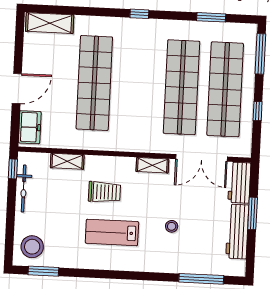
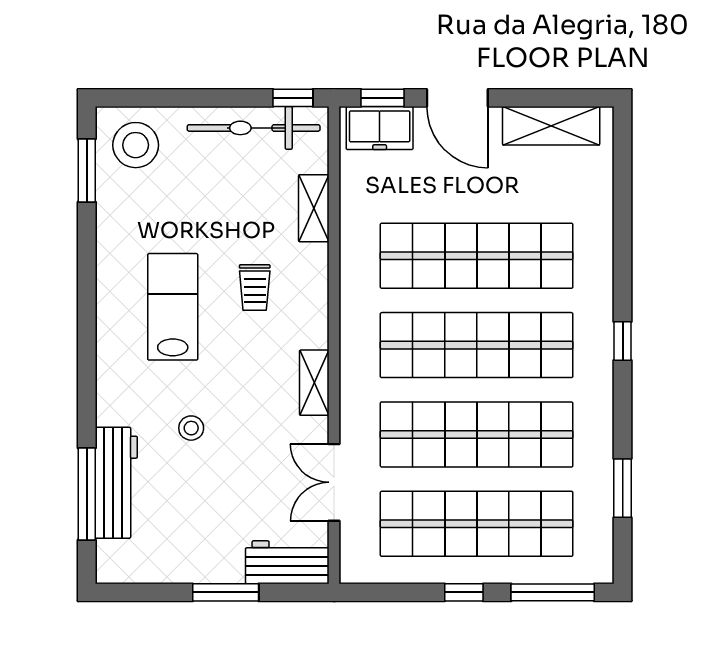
shelving: (50, 23) -> (551, 126), moved, turned 90
shop shelf: (138, 85) -> (477, 345), added
window: (258, 111) -> (464, 592), moved
window: (15, 125) -> (382, 98), added
double door: (201, 158) -> (334, 482), width x0.73
bicycle: (24, 189) -> (254, 128), width x1.37, depth x1.40
trolley: (104, 192) -> (255, 287), width x0.73, depth x0.72
workbench: (237, 231) -> (116, 483), moved, turned 90

